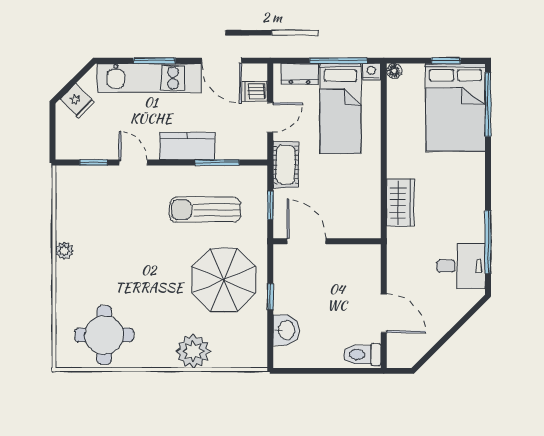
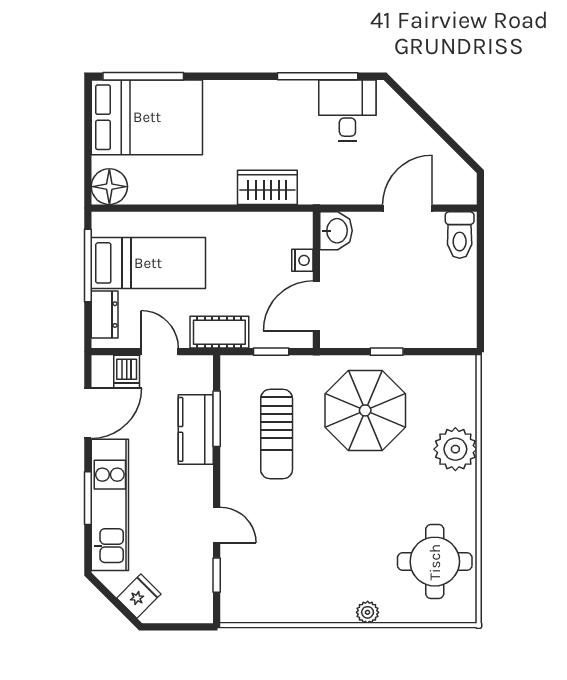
window: (446, 61) -> (88, 130), removed
floor lamp: (394, 71) -> (109, 187), width x1.89, depth x1.89
nightstand: (371, 72) -> (302, 260), moved, turned 180
kitchen counter: (187, 146) -> (196, 429), moved
door: (133, 162) -> (217, 525), swing flipped
plant: (64, 251) -> (368, 612), moved
washbasin: (286, 330) -> (336, 231), moved, turned 90

